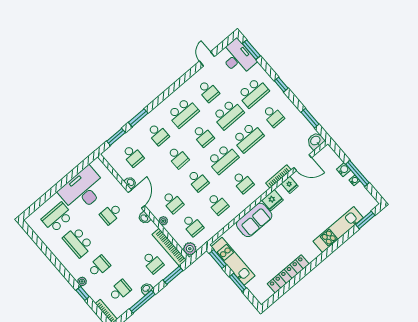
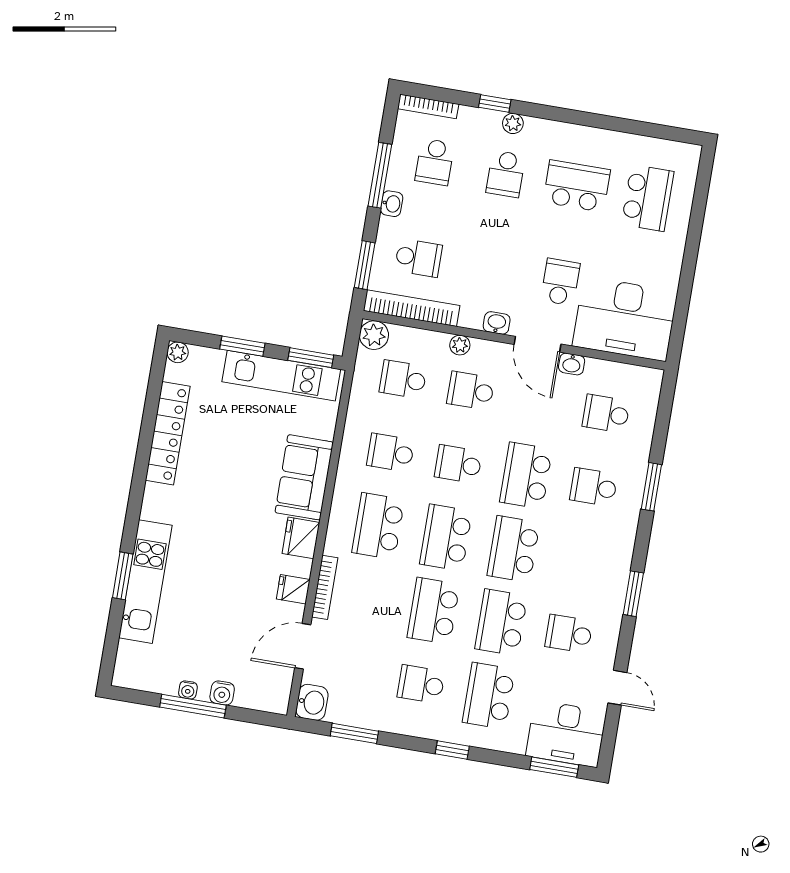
school desk: (183, 113) -> (581, 560), removed
school desk: (203, 136) -> (514, 549), width x1.85
window: (116, 137) -> (633, 594), moved
school desk: (178, 157) -> (526, 476), width x1.85
school desk: (243, 182) -> (378, 526), width x1.85
desk: (83, 190) -> (625, 319), moved, turned 90
window: (365, 220) -> (123, 576), moved
school desk: (153, 262) -> (418, 258), turned 180
plant: (262, 299) -> (178, 352), added

